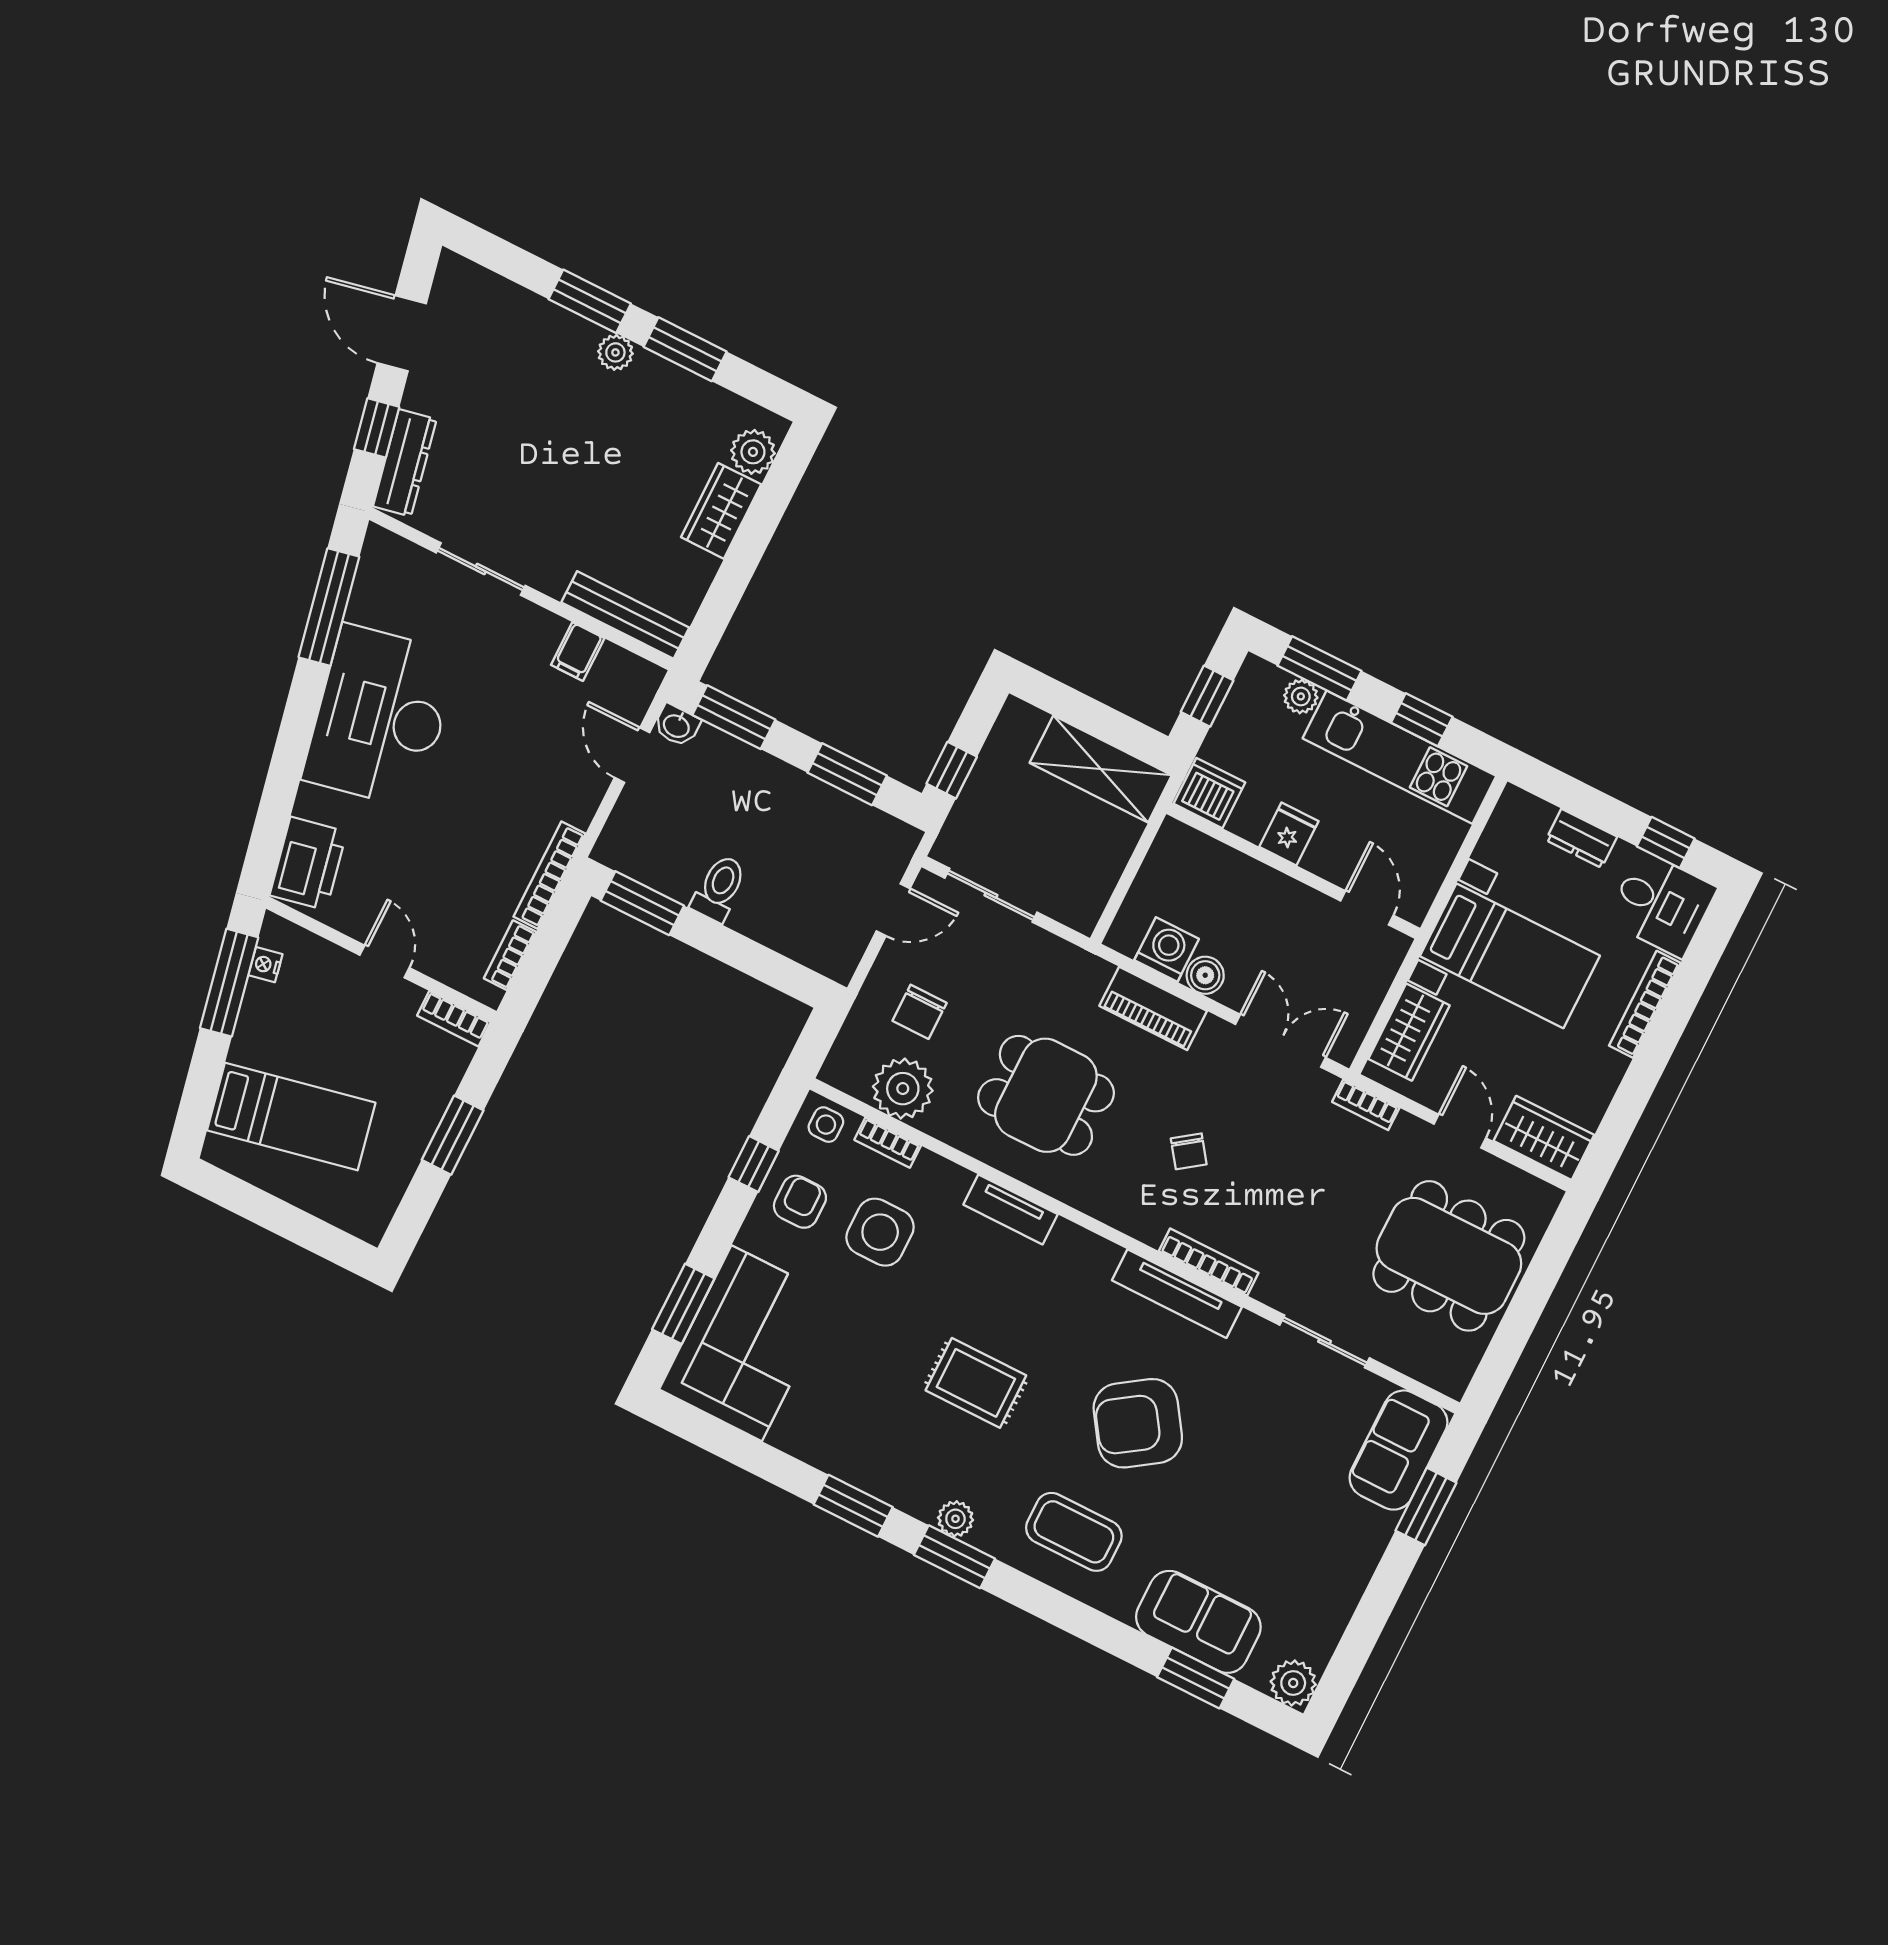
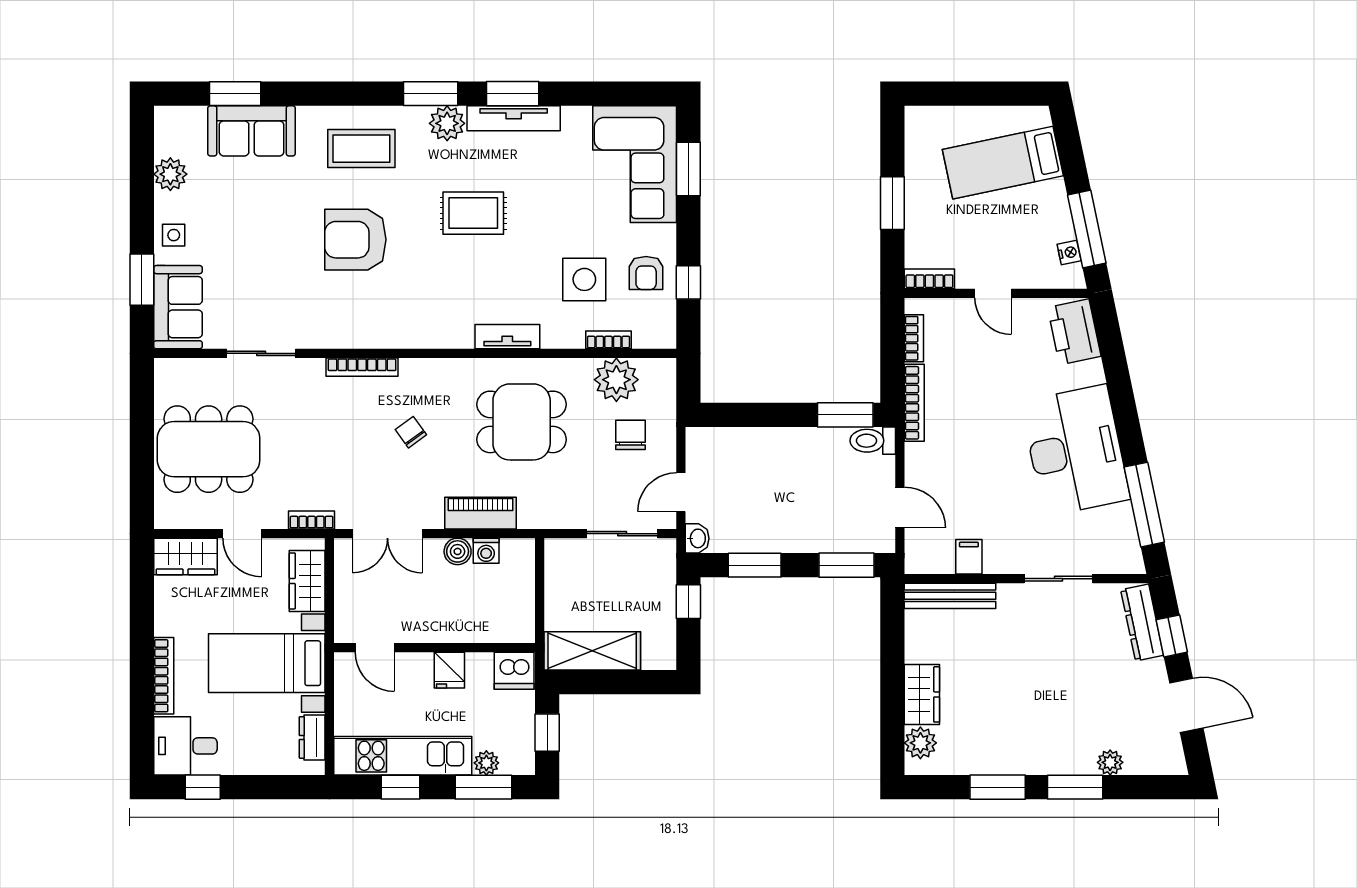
plant: (615, 352) -> (1110, 762), moved
washbasin: (677, 725) -> (697, 538), moved, turned 90
dresser: (1582, 838) -> (312, 737), moved, turned -90
toilet: (719, 888) -> (873, 441), moved, turned 90
washing machine: (1167, 949) -> (486, 551), width x0.73, depth x0.73
side table: (826, 1125) -> (174, 235), moved
tv unit: (1177, 1294) -> (514, 118), moved, turned 180
armchair: (1138, 1423) -> (355, 240), turned -146
plant: (955, 1519) -> (447, 123), width x1.38, depth x1.38
plant: (1293, 1683) -> (170, 174), moved

